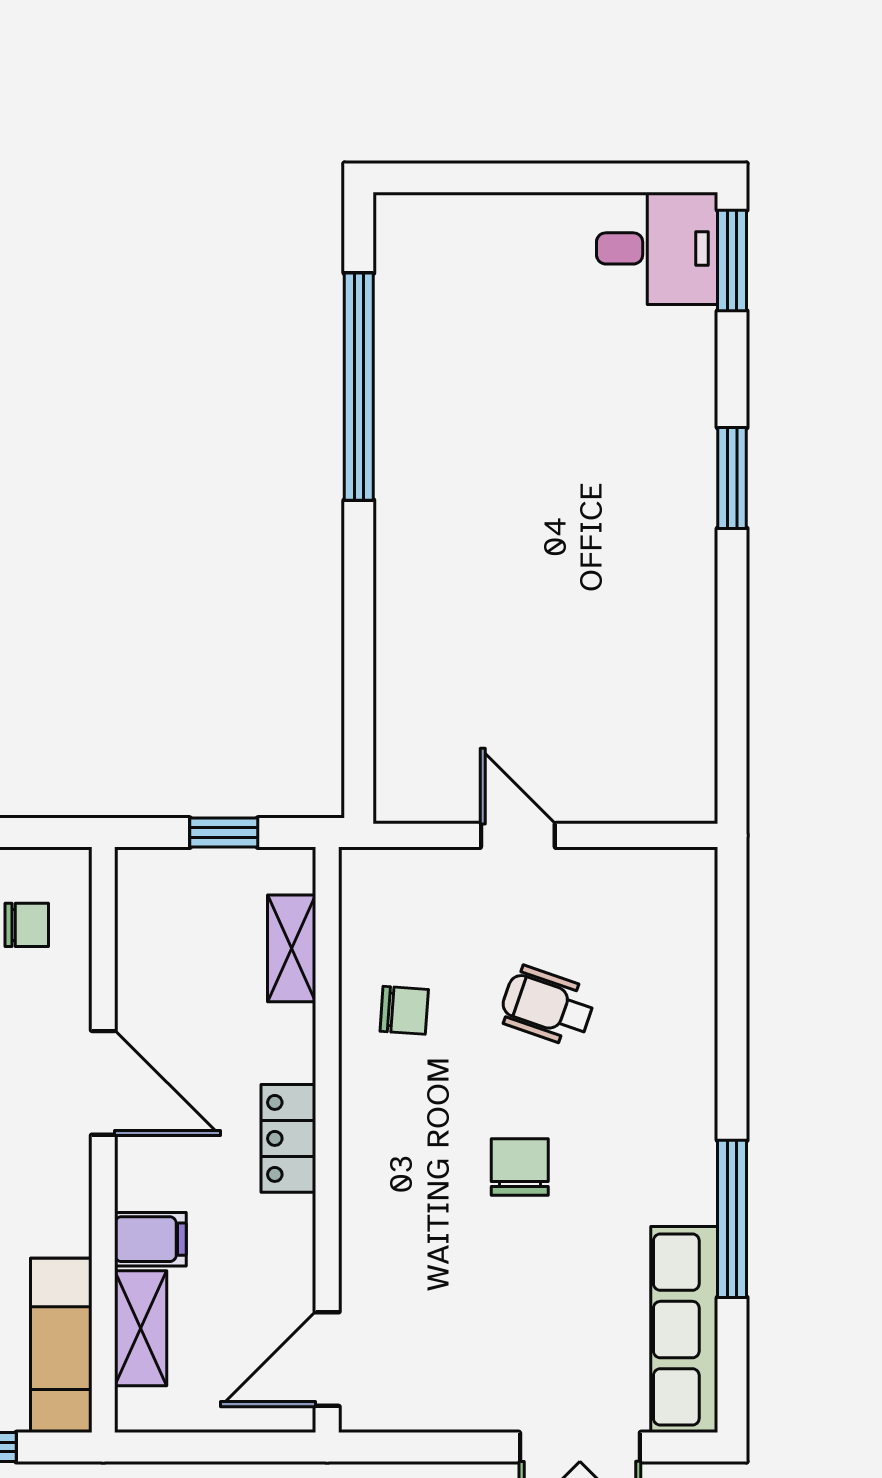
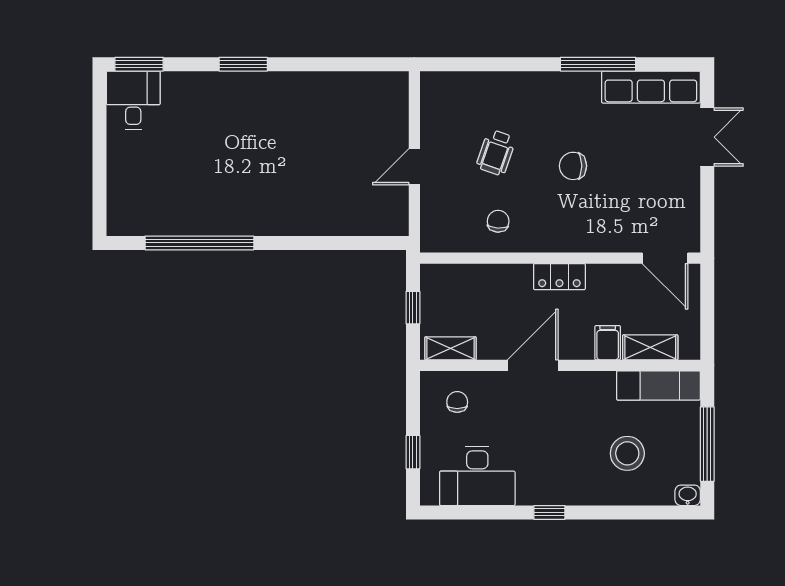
shelving: (292, 948) -> (451, 348), moved

